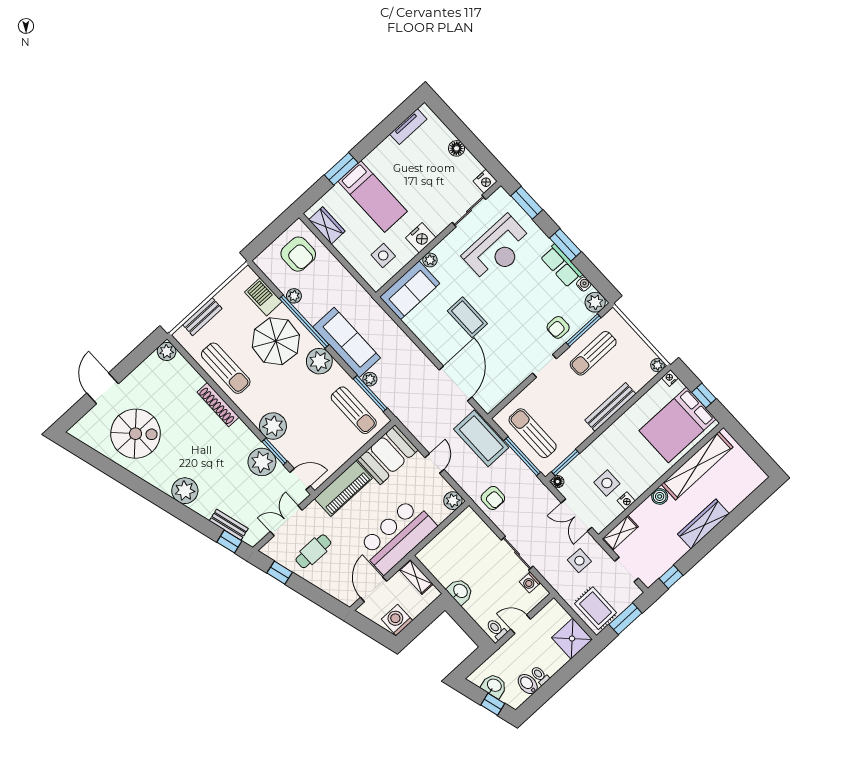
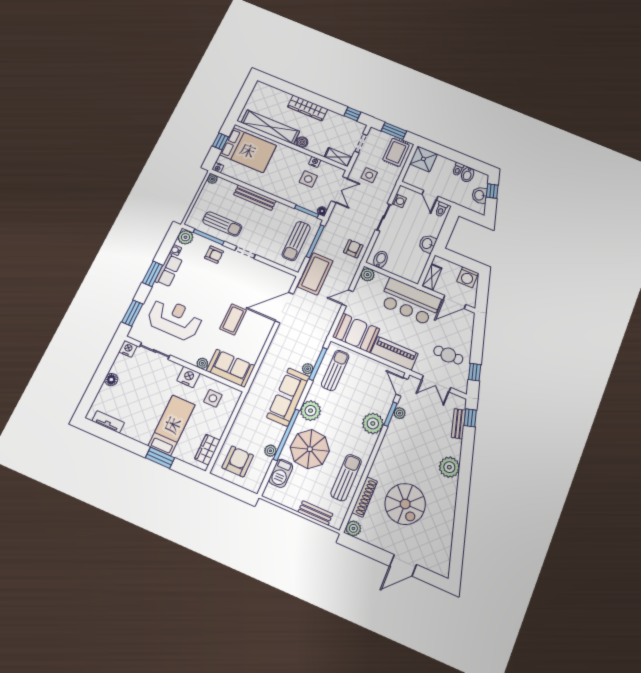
shoe rack: (218, 405) -> (365, 497), moved
spiral stairs: (135, 434) -> (405, 504), moved, turned 180
plant: (262, 462) -> (400, 413), width x0.53, depth x0.53
bidet: (465, 525) -> (380, 259), added

